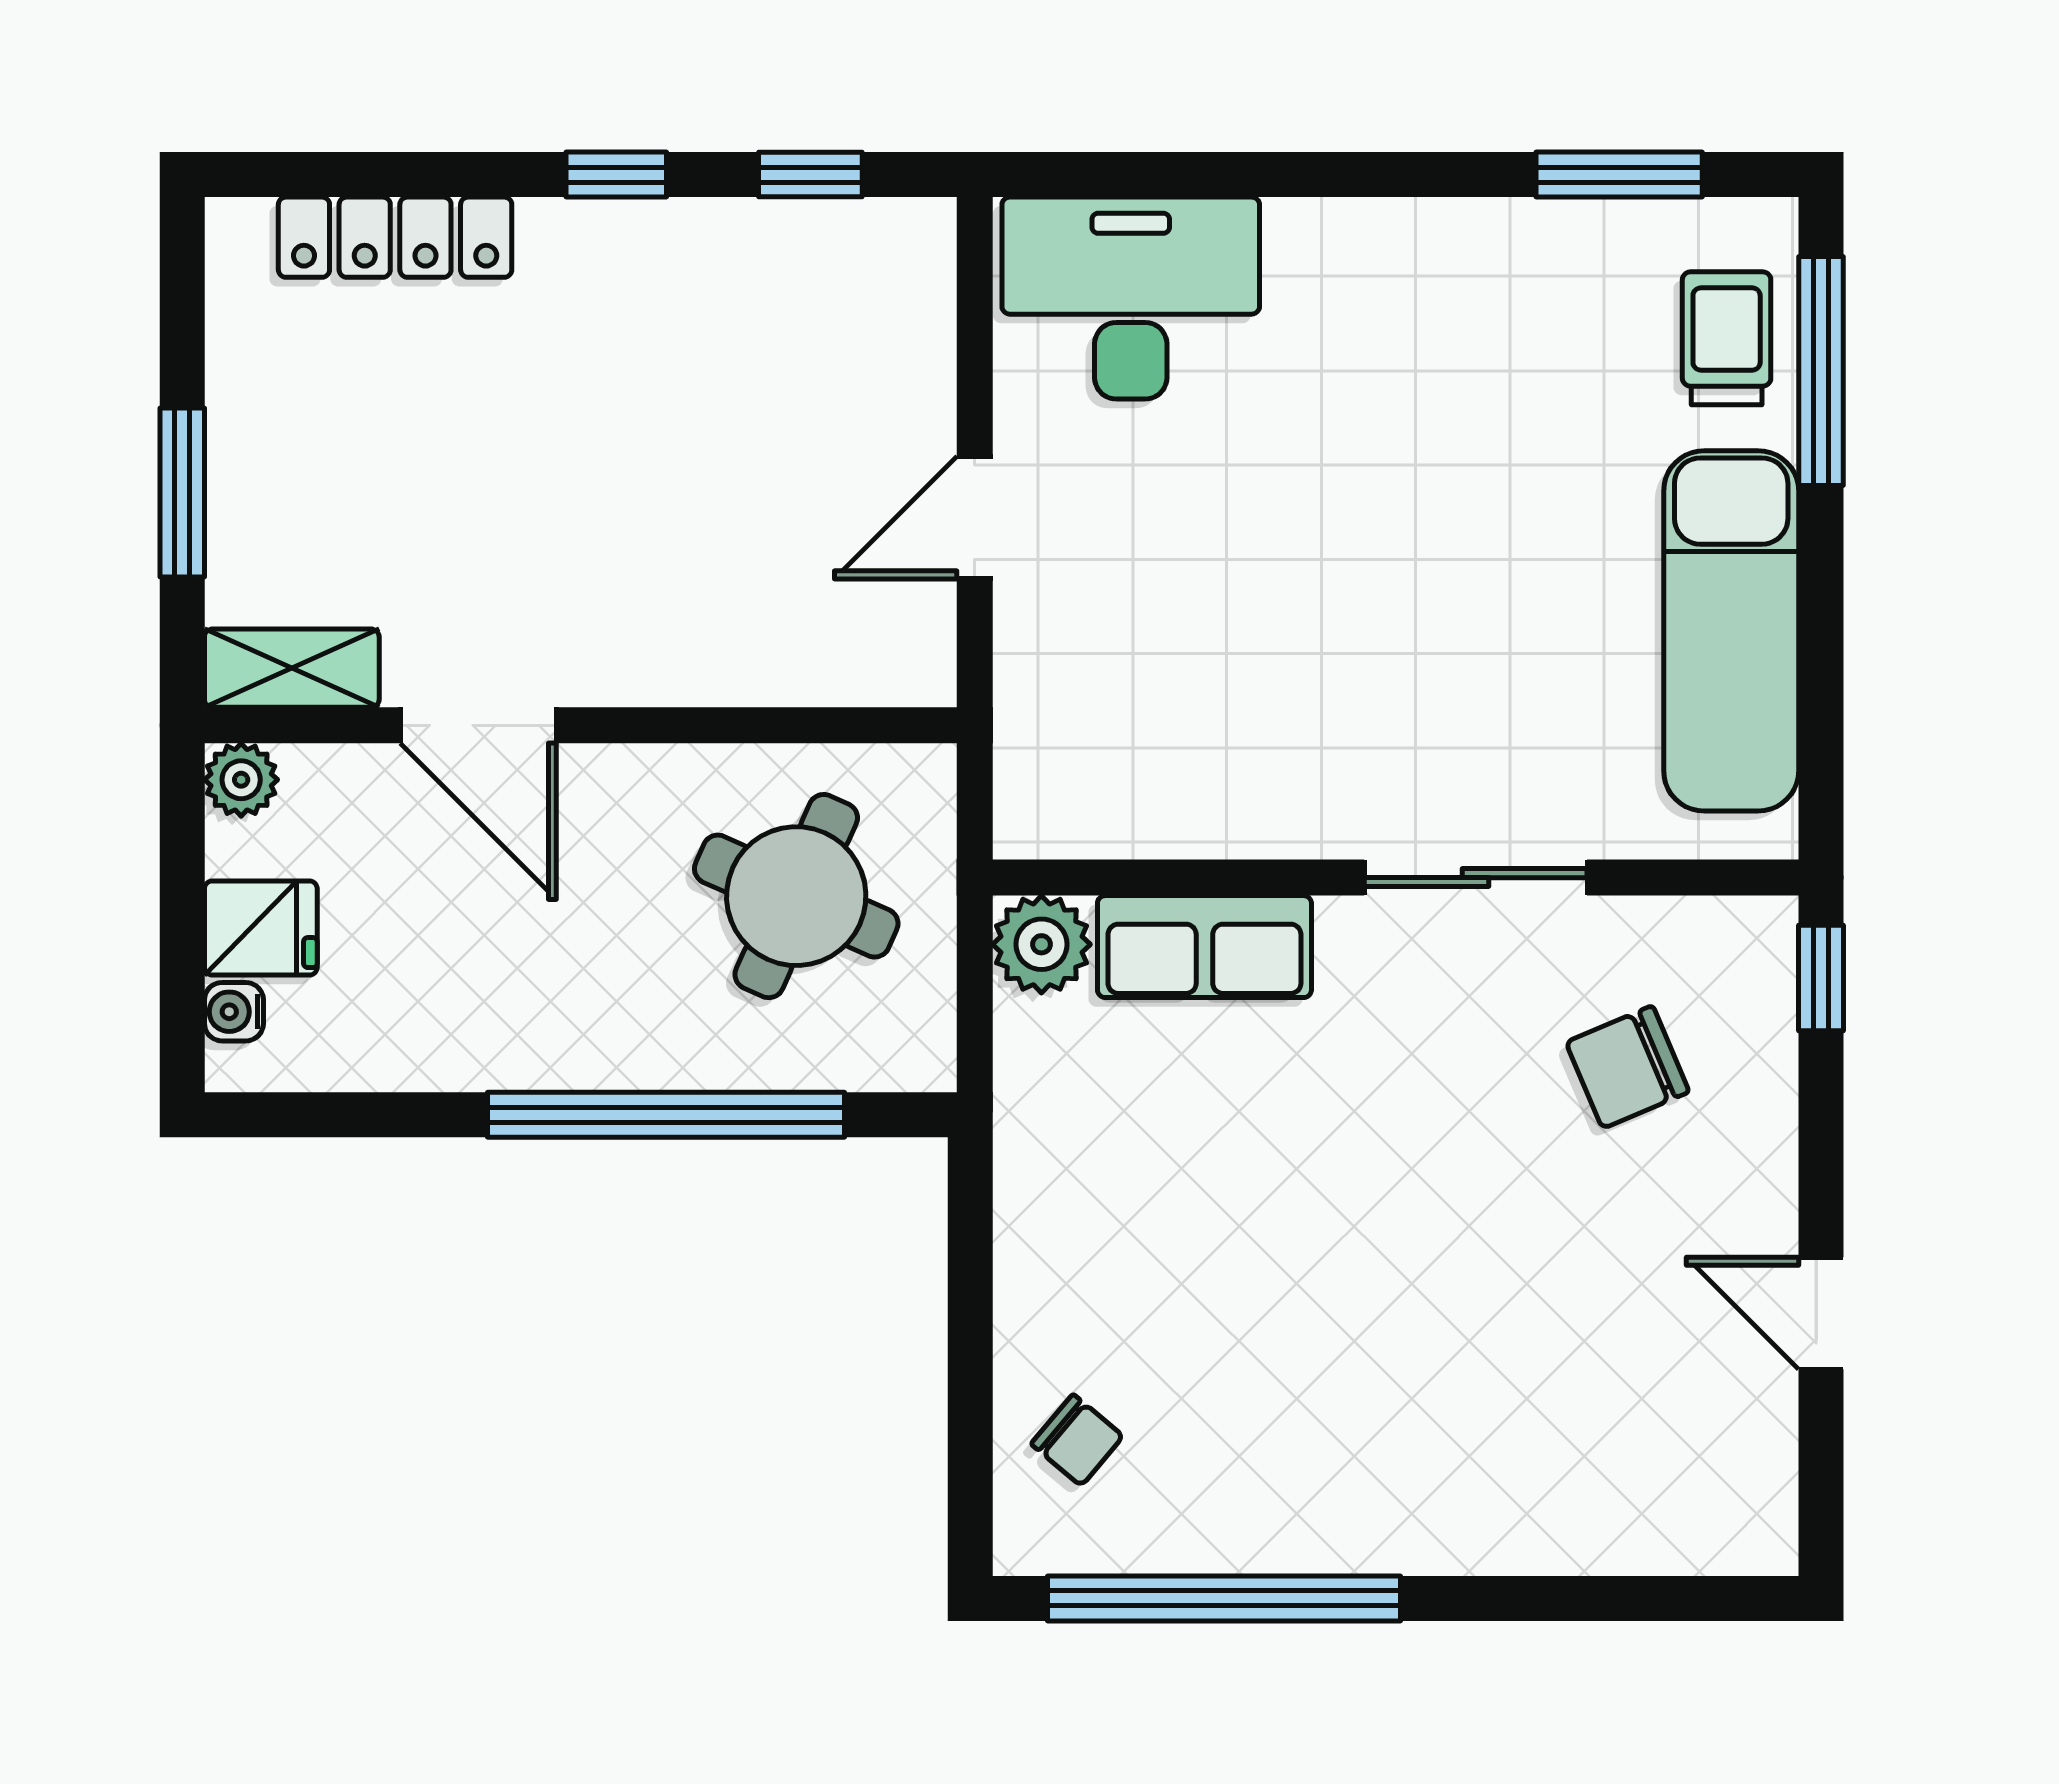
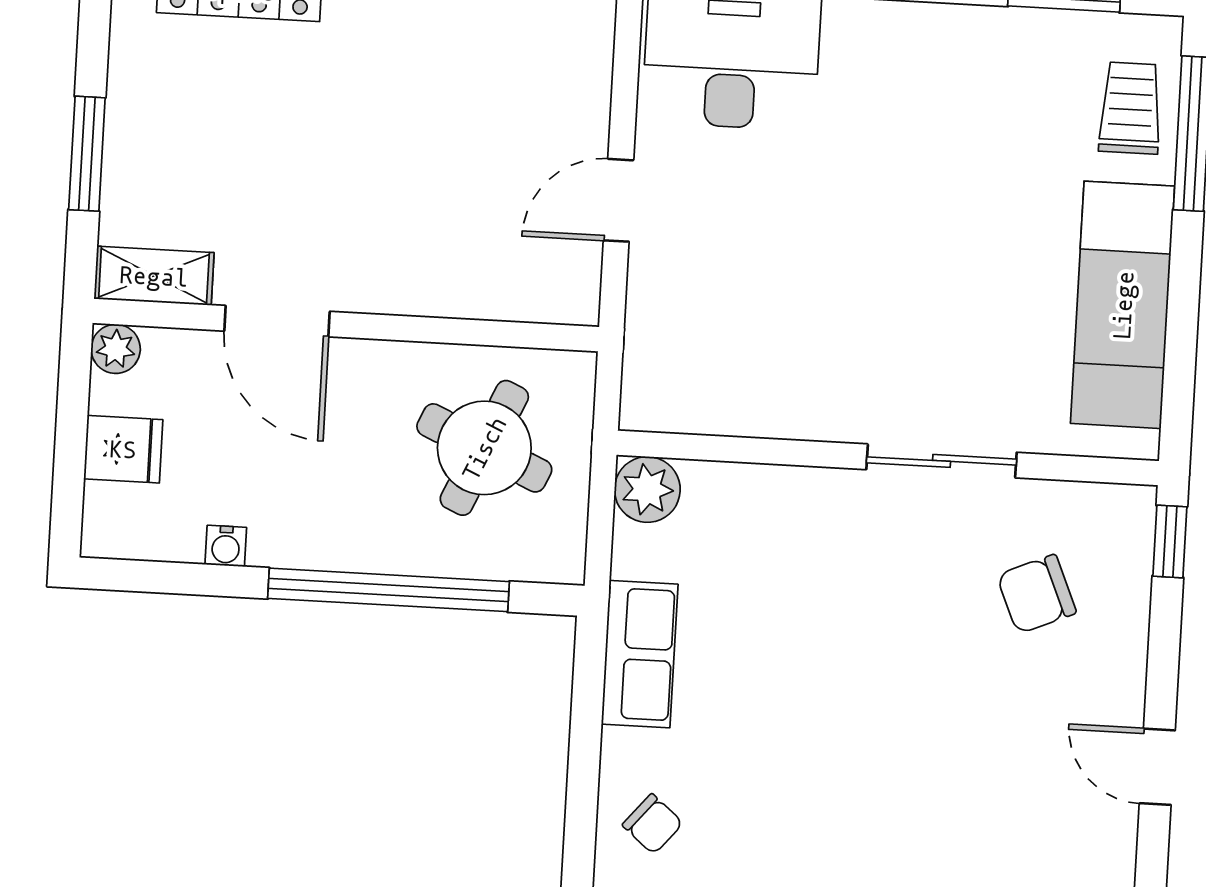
row of seats: (1204, 947) -> (640, 654), moved, turned -90
water cooler: (234, 1012) -> (226, 546), moved, turned -90

